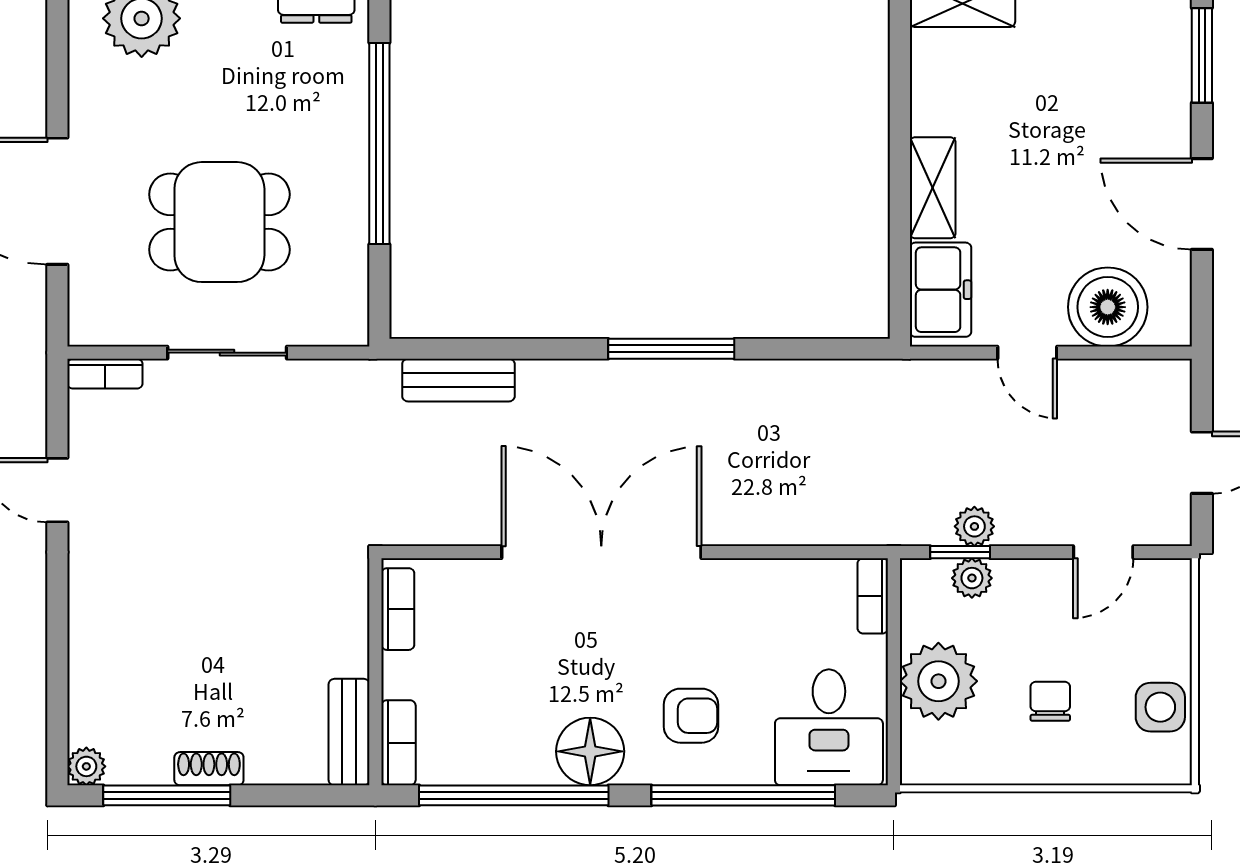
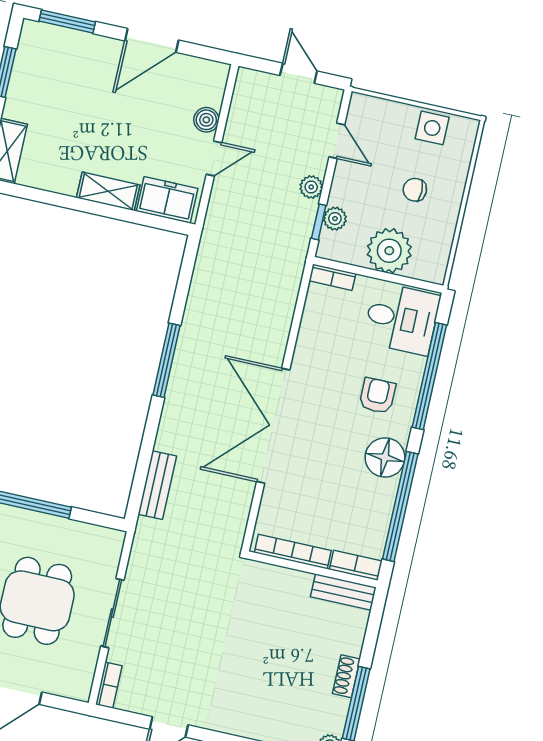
boiler: (1108, 307) -> (206, 120), width x0.54, depth x0.54
plant: (974, 526) -> (311, 187), moved
bookcase: (398, 609) -> (293, 552), width x1.56

